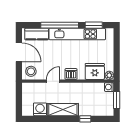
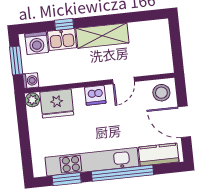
washing machine: (40, 109) -> (37, 43), moved
kitchen sink: (88, 110) -> (62, 40), added

